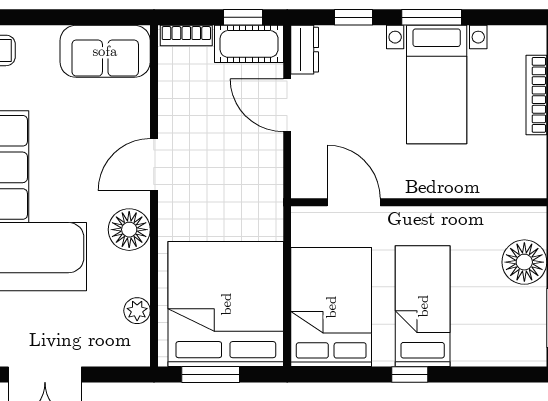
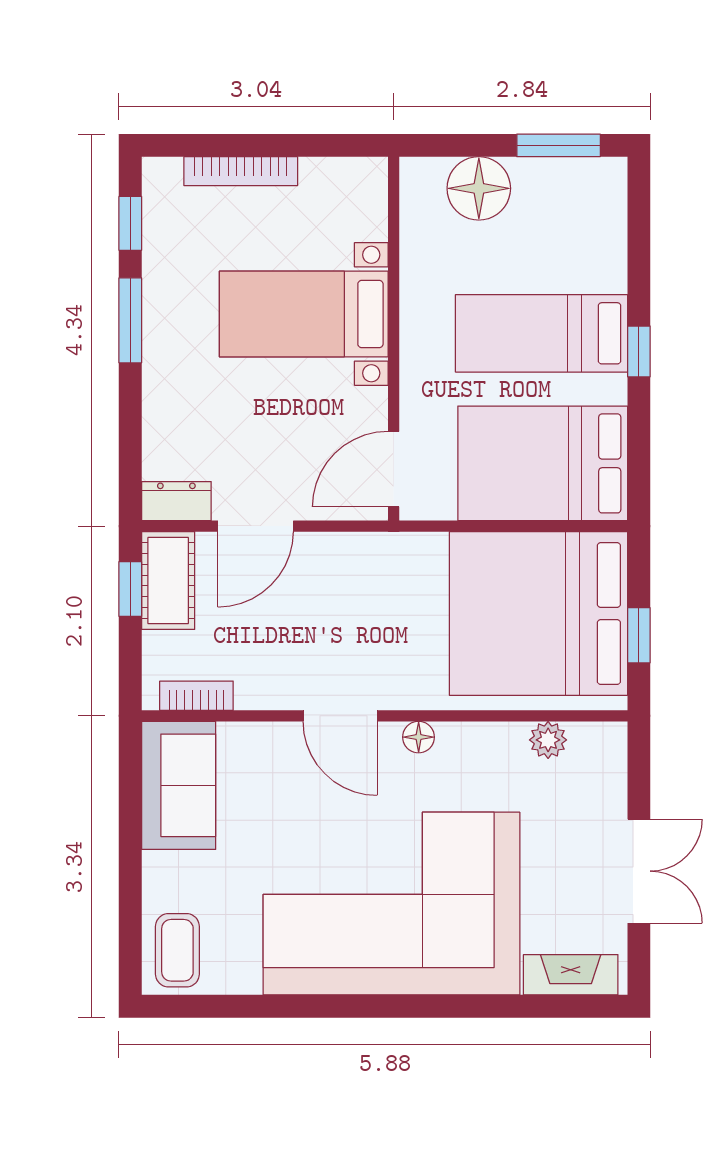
window: (353, 17) -> (130, 223), moved
bookcase: (186, 36) -> (196, 696), moved, turned -90
bed with nightstands: (437, 85) -> (304, 314), moved, turned 180
door: (354, 202) -> (394, 469), moved
floor lamp: (129, 230) -> (419, 737), width x0.53, depth x0.53
window: (211, 374) -> (639, 635), width x0.67

